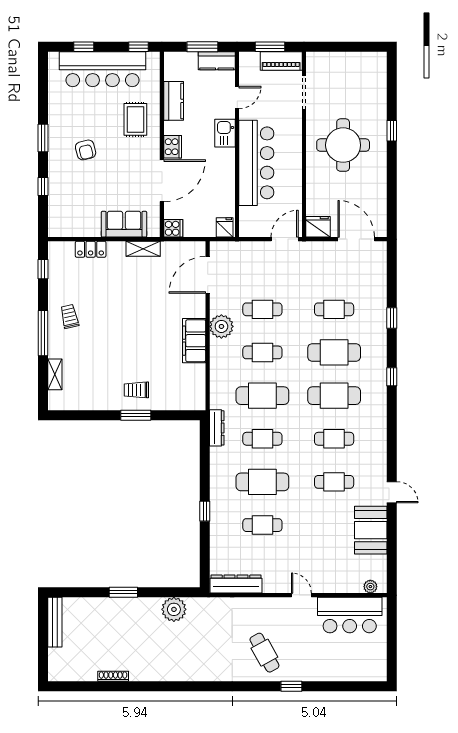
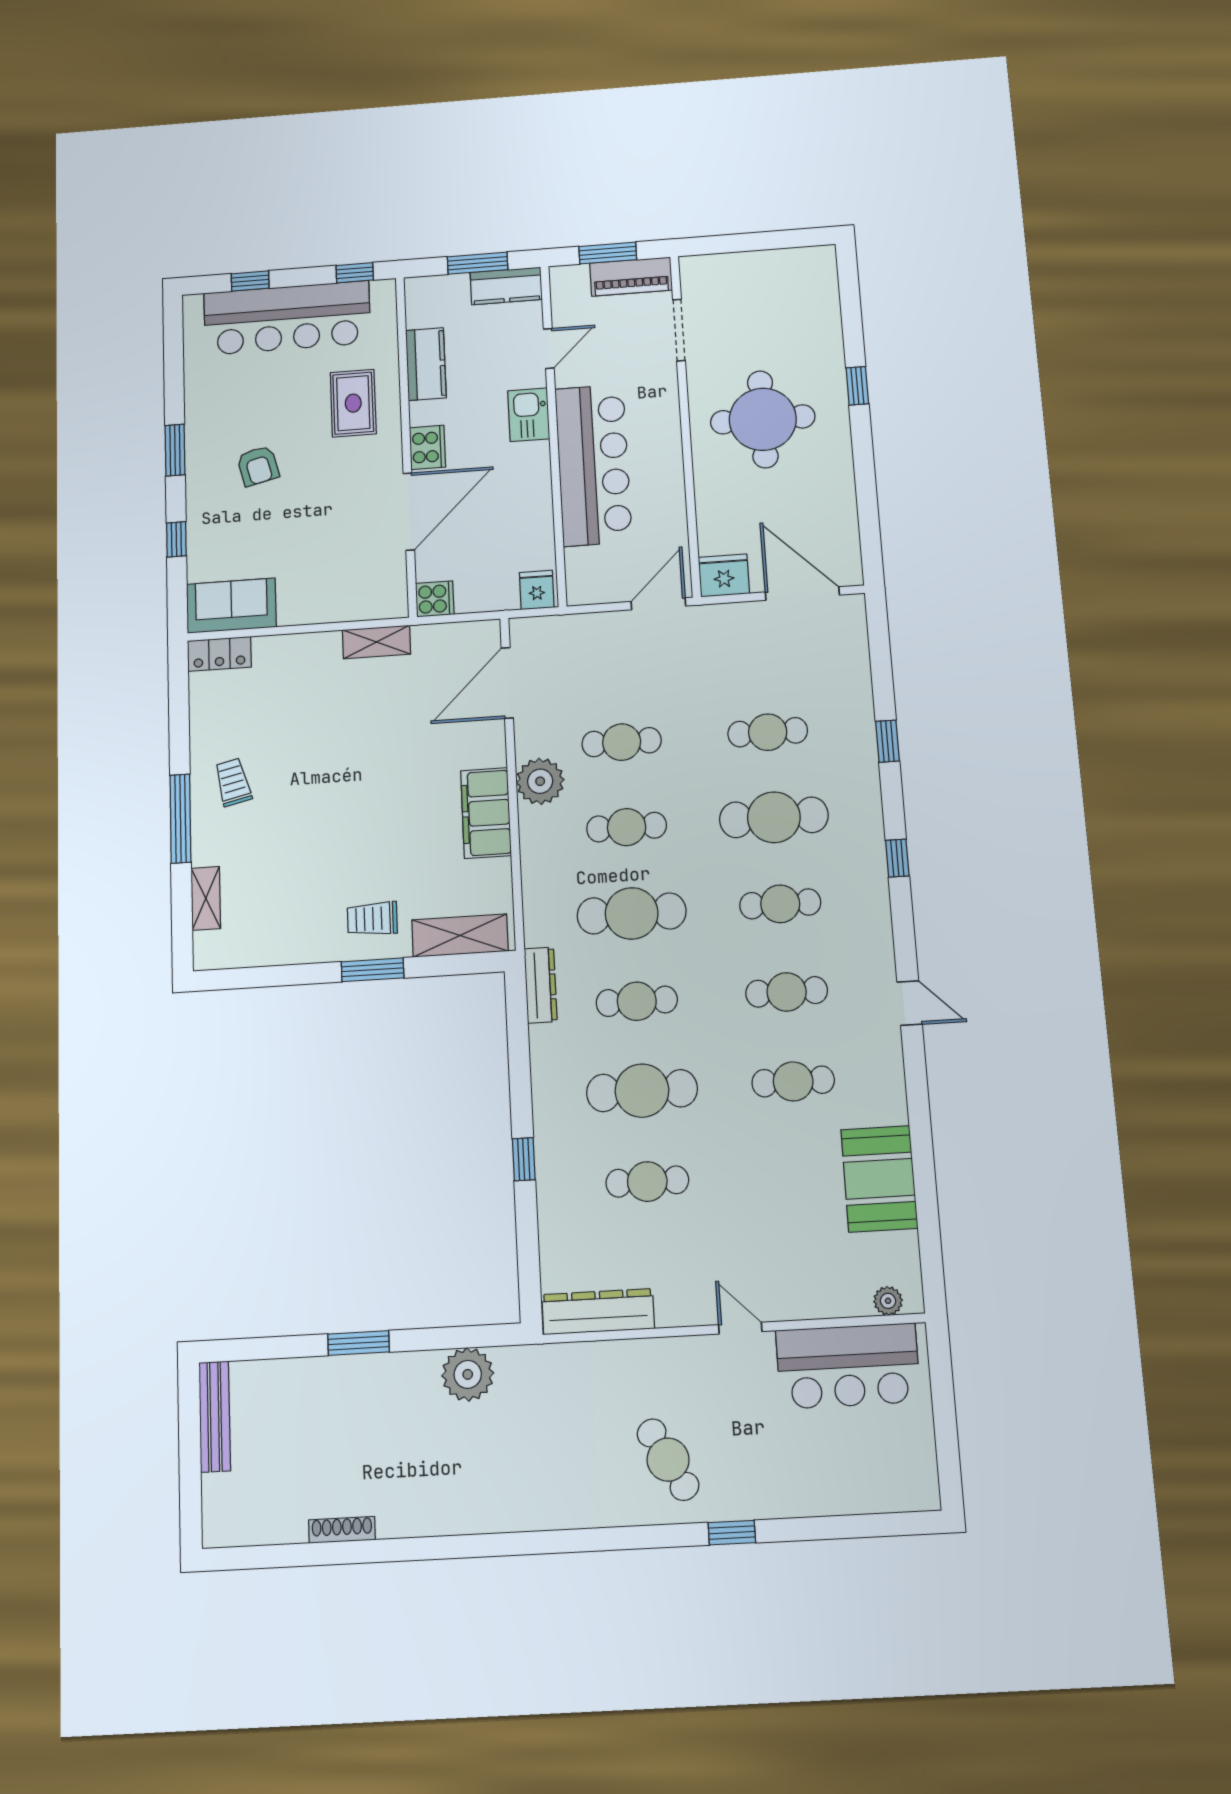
sofa: (124, 224) -> (231, 606), moved
locker: (91, 249) -> (219, 654), moved
window: (43, 269) -> (179, 695), removed
cafe table: (334, 396) -> (780, 904), width x0.73, depth x0.74
shelving: (179, 401) -> (460, 936), added
door: (392, 492) -> (910, 1003), moved

